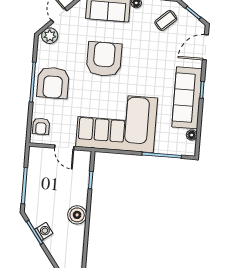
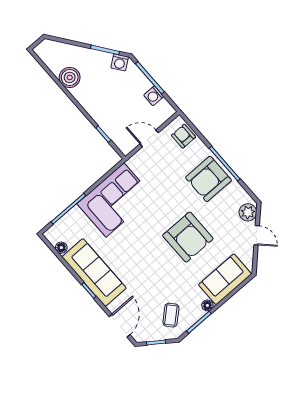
armchair: (53, 83) -> (208, 179), turned -90
corner sofa: (117, 122) -> (115, 200), width x0.73, depth x0.74
washing machine: (34, 171) -> (154, 96), added
boiler: (77, 215) -> (70, 77), moved
washing machine: (44, 231) -> (120, 62), moved

